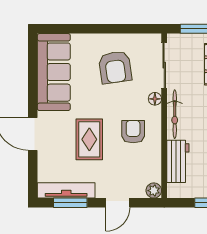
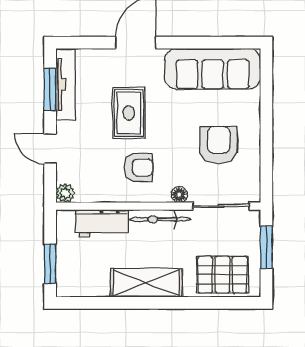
armchair: (115, 67) -> (219, 145), turned 98
rug: (89, 139) -> (129, 113), turned 90

